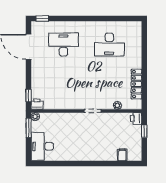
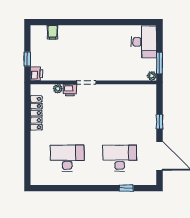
window: (42, 18) -> (126, 188), moved
desk: (63, 45) -> (120, 158), turned 180
window: (29, 96) -> (160, 122), moved
printer: (37, 104) -> (70, 90), moved

